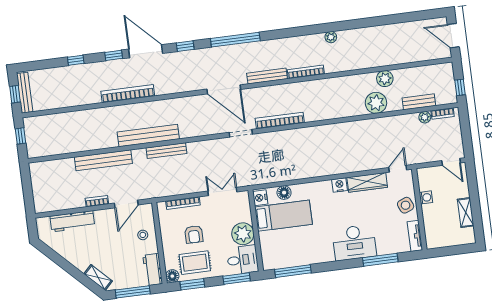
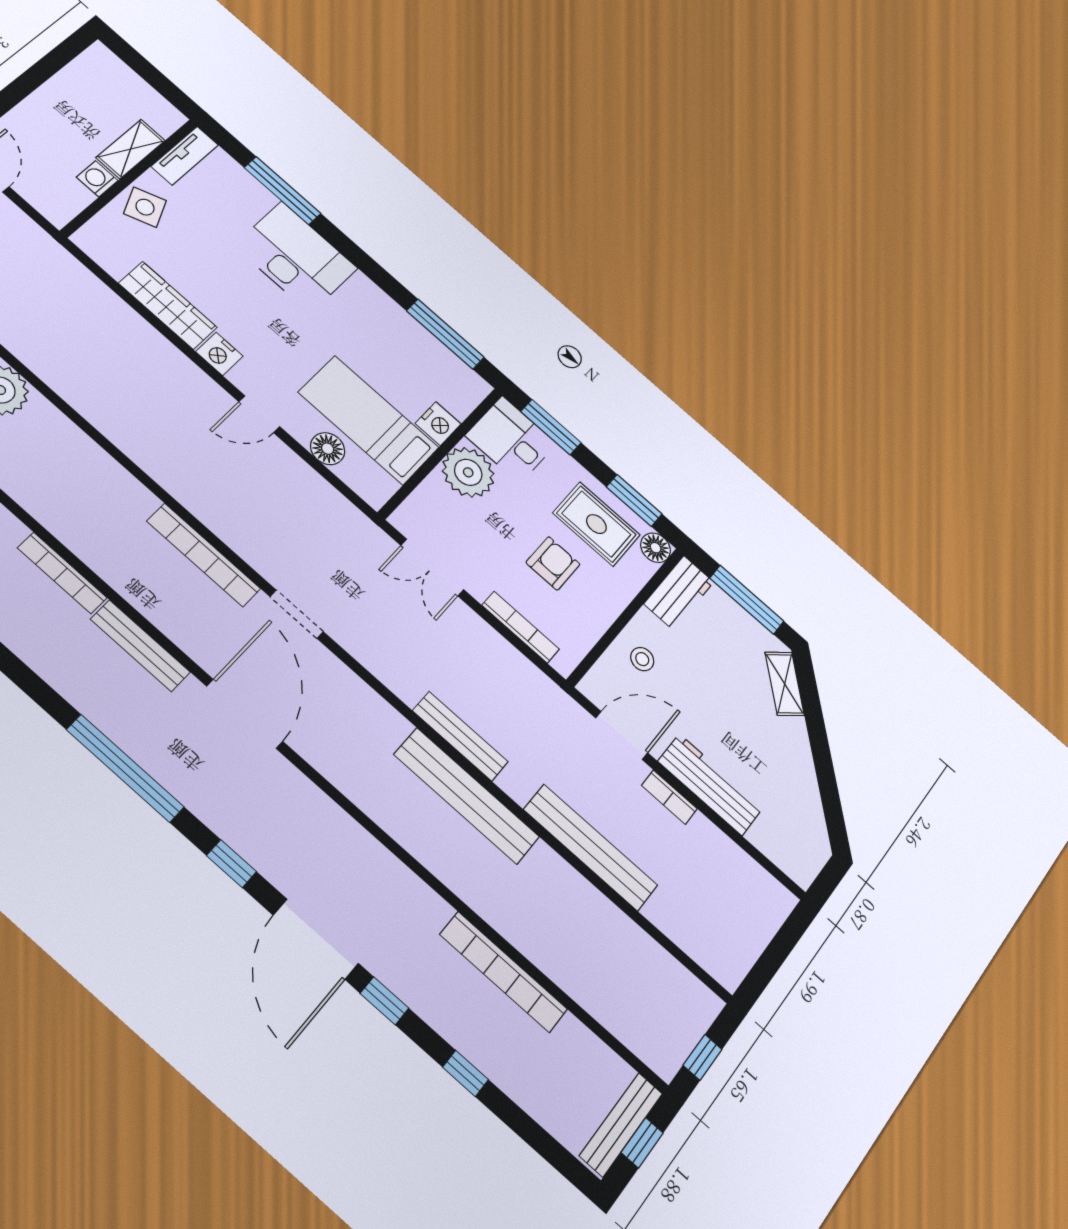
bookcase: (128, 94) -> (504, 972), moved
door: (398, 169) -> (259, 414), moved
nightstand: (260, 198) -> (438, 424), moved
shelving: (466, 213) -> (131, 149), moved
workbench: (72, 221) -> (711, 784), moved

